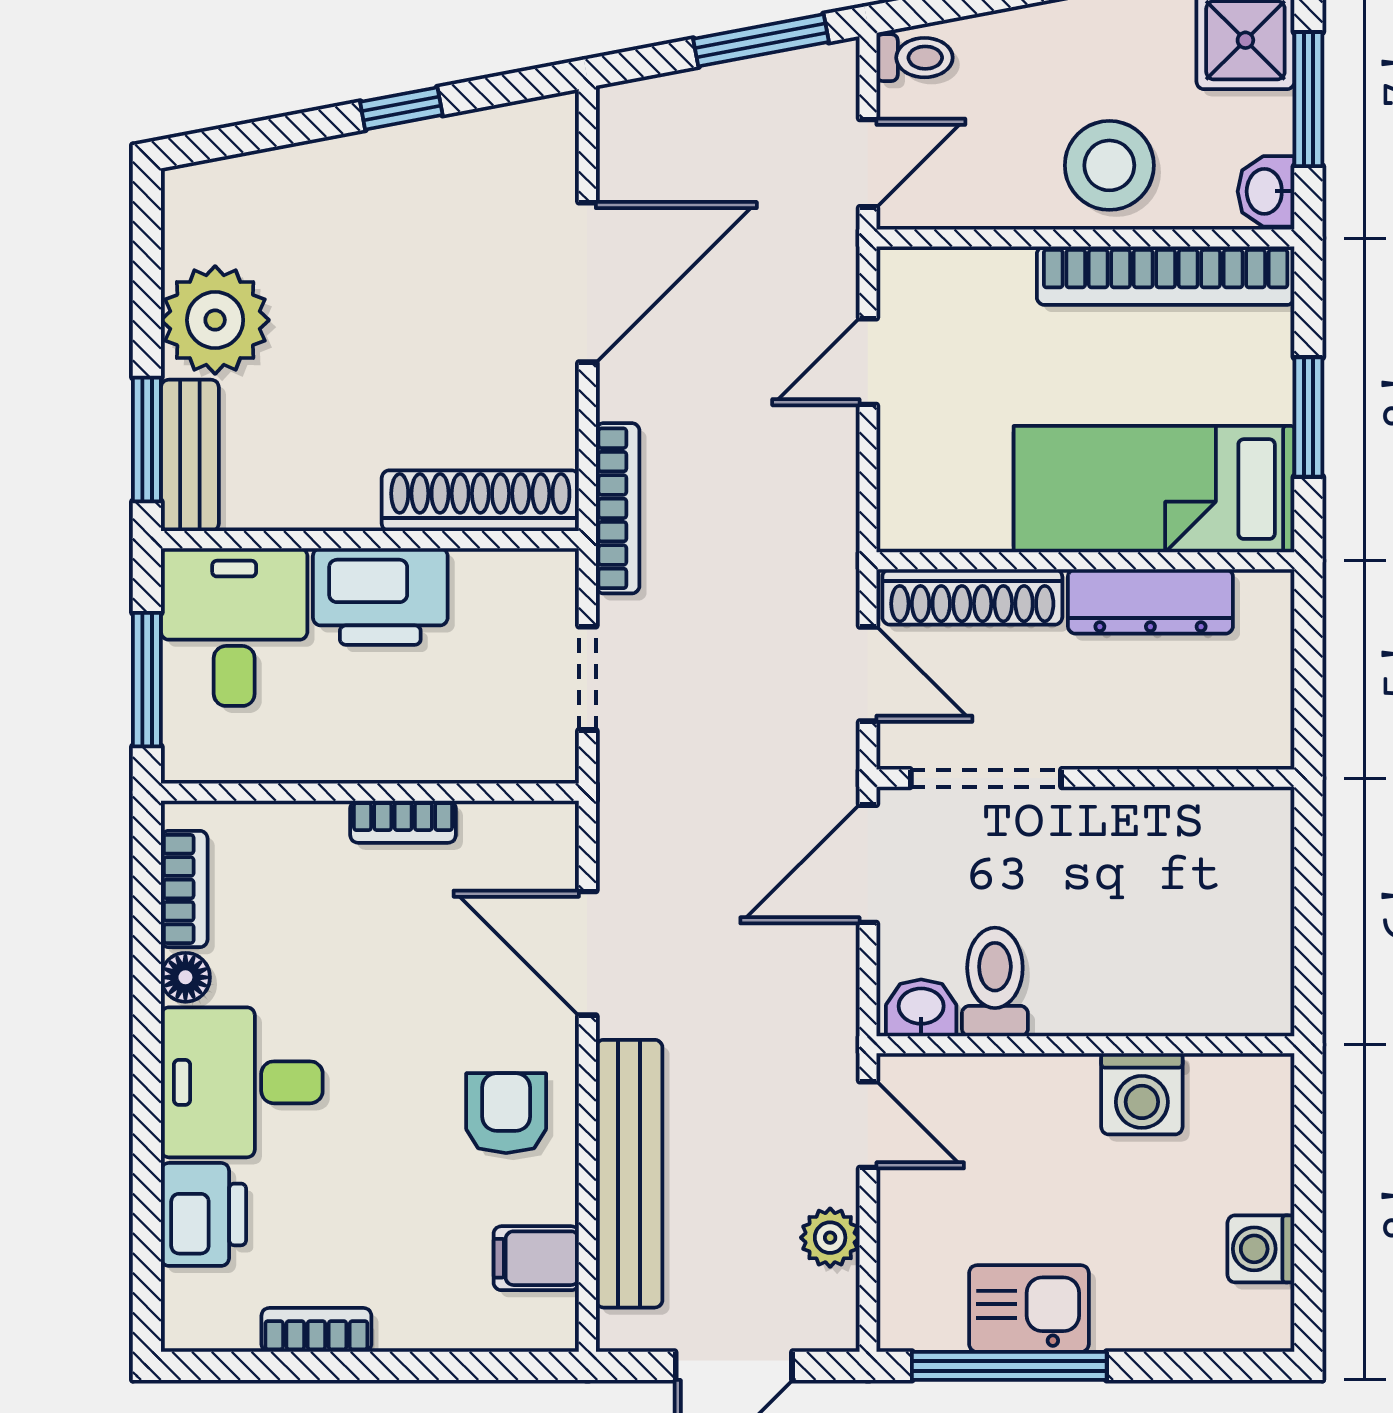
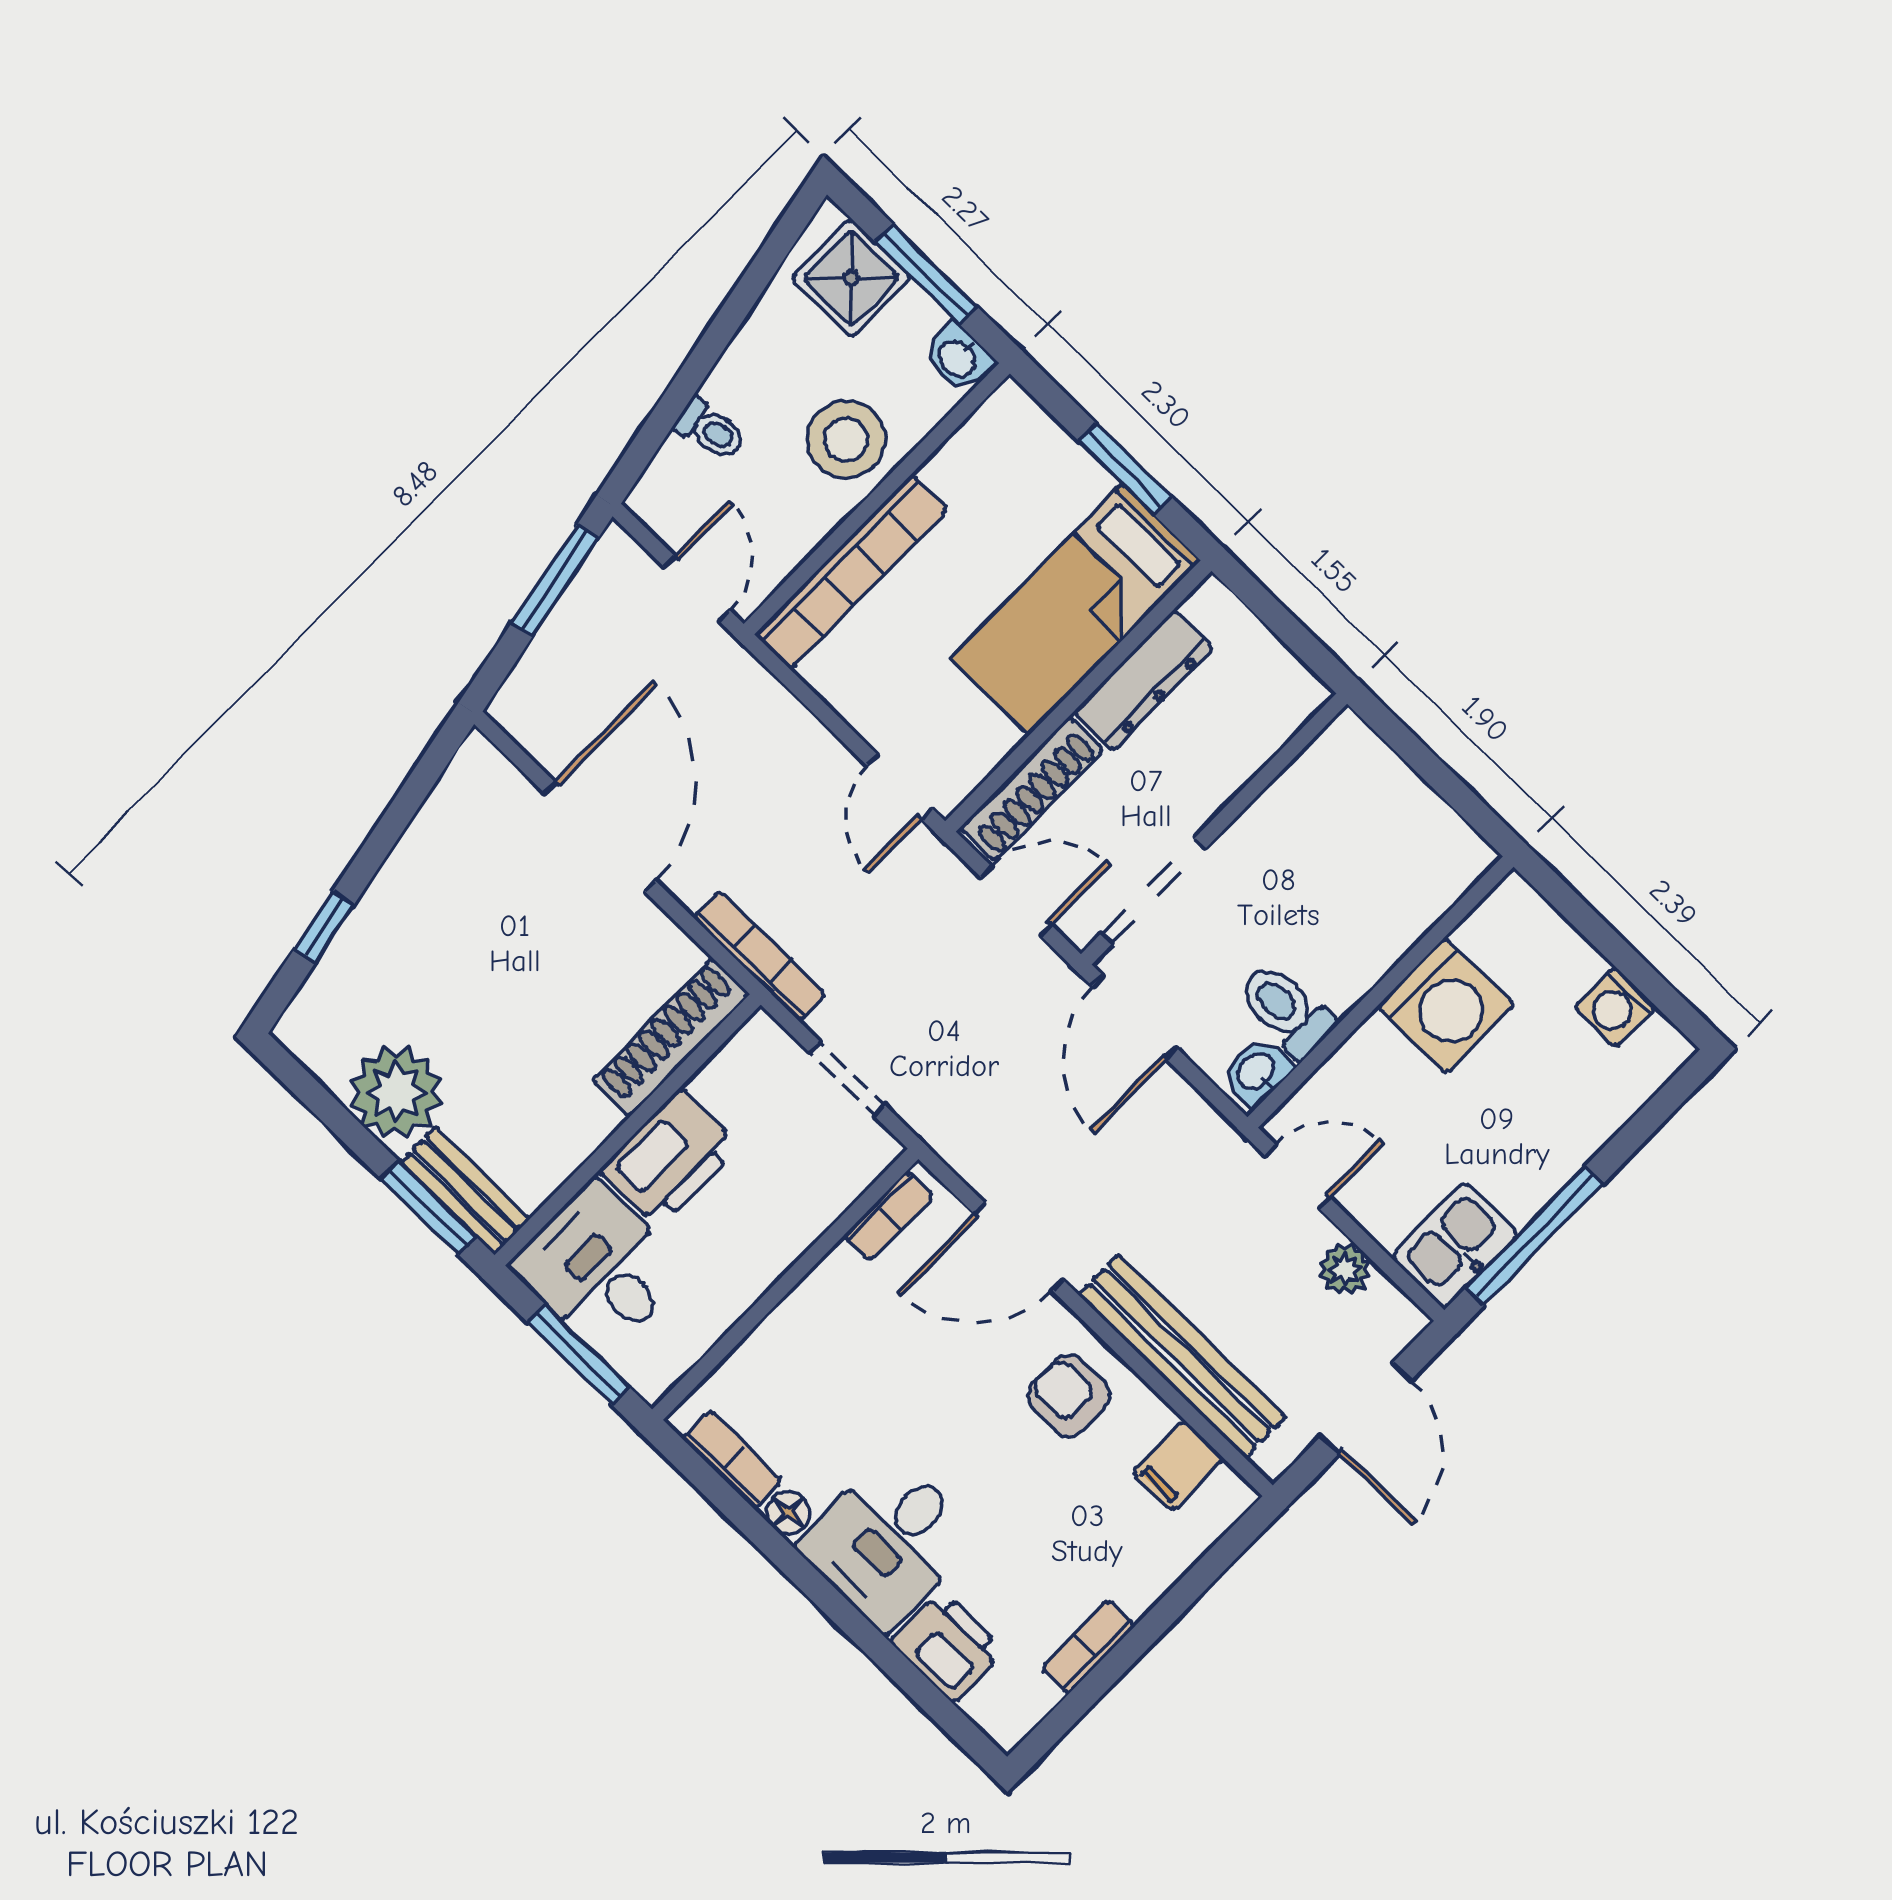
toilet: (915, 58) -> (710, 429), moved, turned 79
window: (401, 108) -> (324, 927), moved
bookcase: (1166, 276) -> (851, 572), moved
door: (868, 362) -> (899, 787), moved
bookcase: (403, 822) -> (888, 1216), moved
washing machine: (1142, 1094) -> (1446, 1005), width x1.37, depth x1.37
kitchen sink: (1029, 1309) -> (1455, 1245), moved

